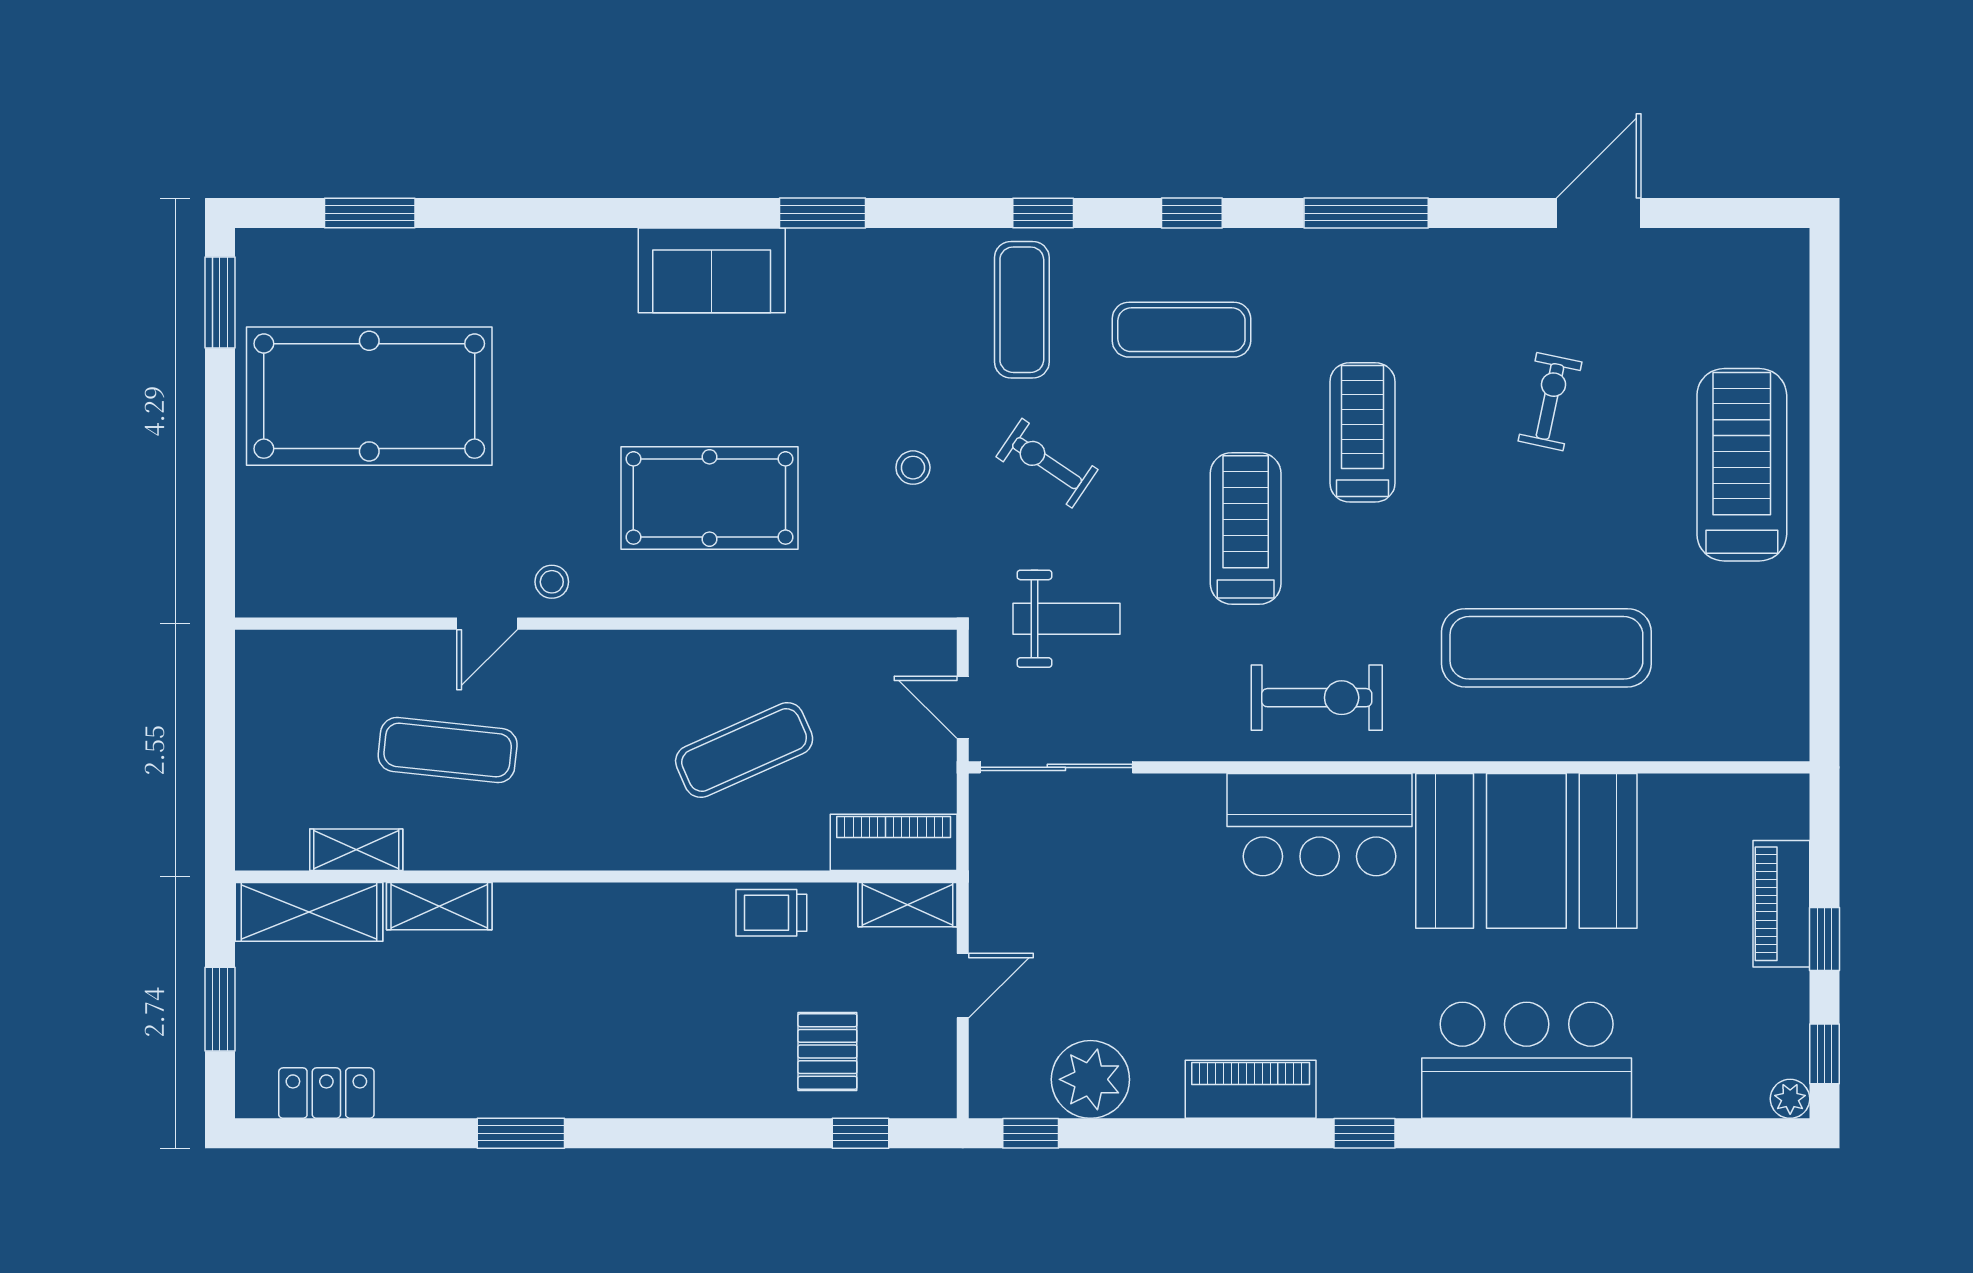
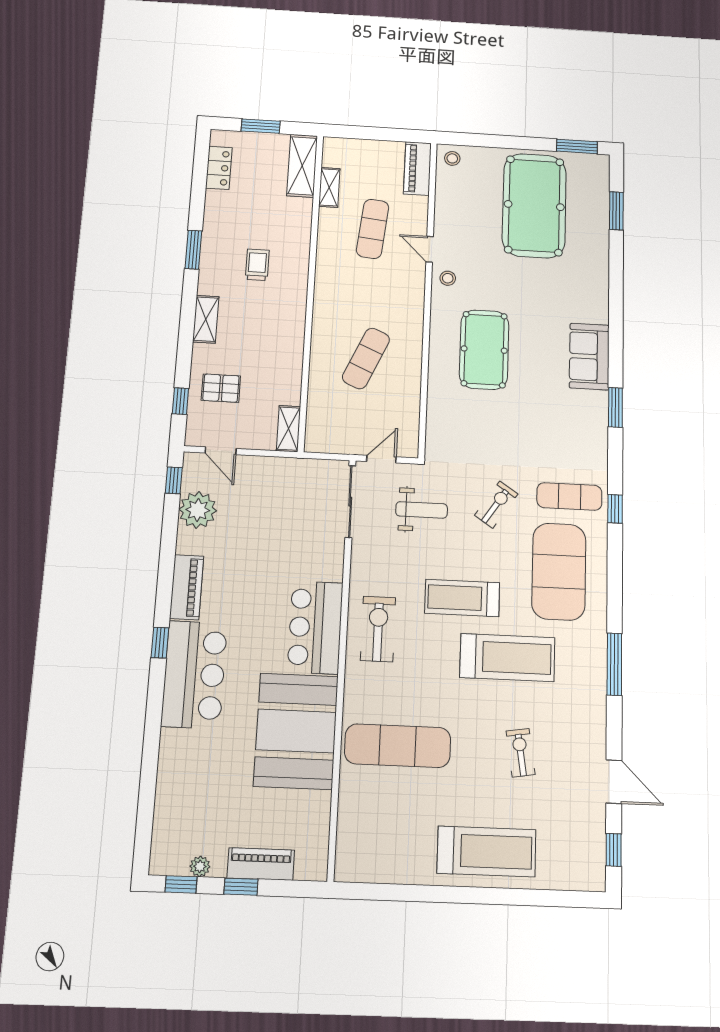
window: (1192, 213) -> (614, 850), moved
exercise mat: (1181, 330) -> (559, 572), width x2.00, depth x1.45
exercise bike: (1550, 402) -> (521, 753), turned -111
treadmill: (1362, 432) -> (507, 658), width x1.37, depth x1.38
stool: (913, 468) -> (452, 158), moved
treadmill: (1246, 528) -> (462, 598), turned 180
weight bench: (1066, 619) -> (422, 510), turned -90
exercise mat: (1546, 648) -> (398, 746), turned 90
exercise bike: (1317, 698) -> (378, 629), turned 180
exercise mat: (744, 750) -> (366, 358), turned 48
piano: (894, 842) -> (417, 168), moved, turned 180
shelving: (439, 906) -> (206, 319), moved
trolley: (771, 913) -> (257, 265), moved
door: (963, 986) -> (221, 451), moved
bar counter: (1527, 1060) -> (194, 675), moved
plant: (1790, 1099) -> (200, 866), moved

